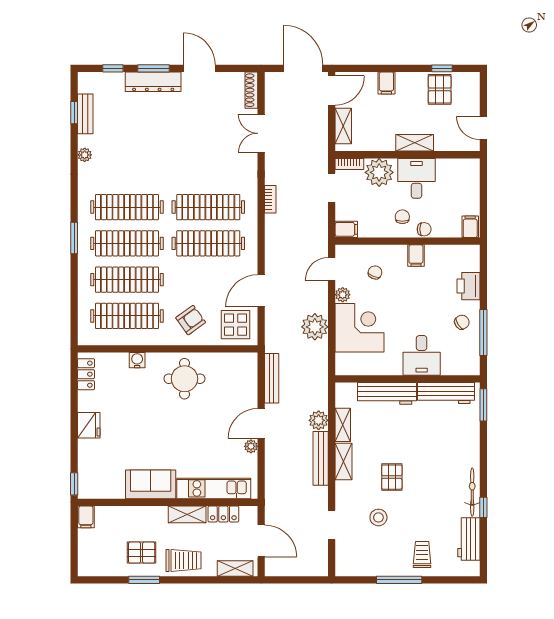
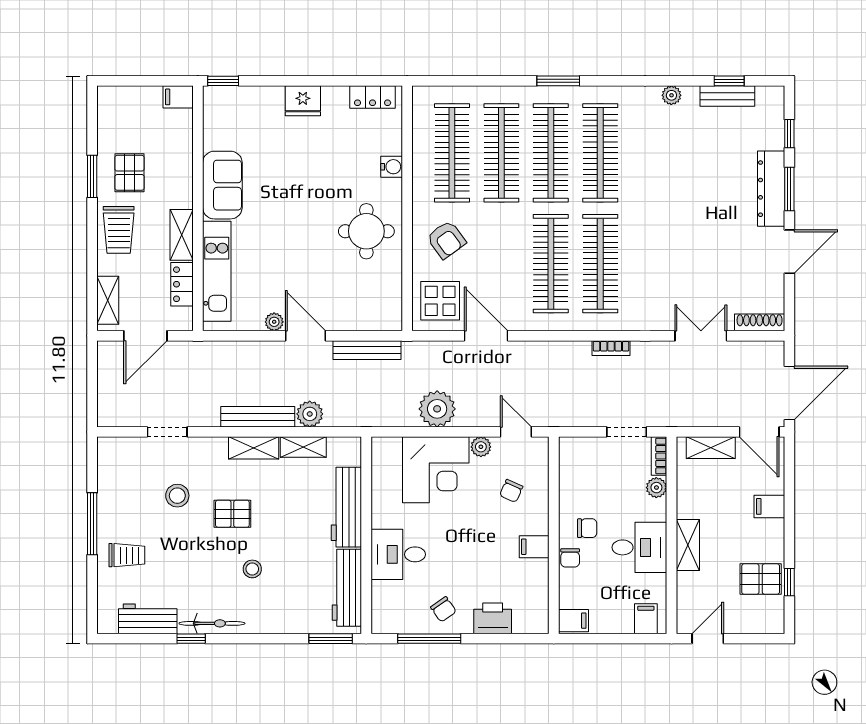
plant: (379, 172) -> (656, 488), width x0.53, depth x0.53
filing cabinet: (346, 229) -> (646, 619), moved, turned 180
chair: (375, 272) -> (511, 491), turned 94
stool: (432, 462) -> (252, 569), added

